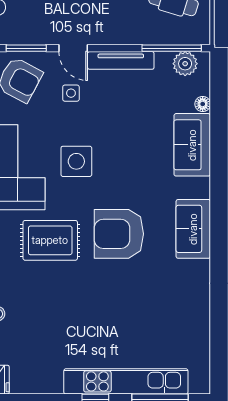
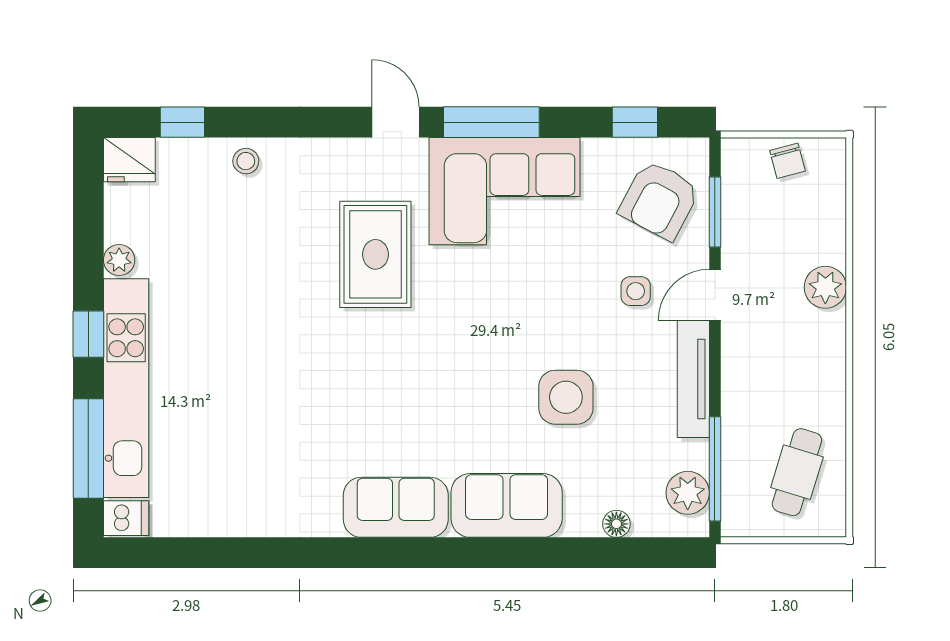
sofa: (192, 145) -> (507, 505), moved
side table: (76, 161) -> (566, 397), moved
armchair: (119, 234) -> (387, 376), removed
dishwasher: (199, 381) -> (126, 518), added
plant: (53, 385) -> (119, 260), added

